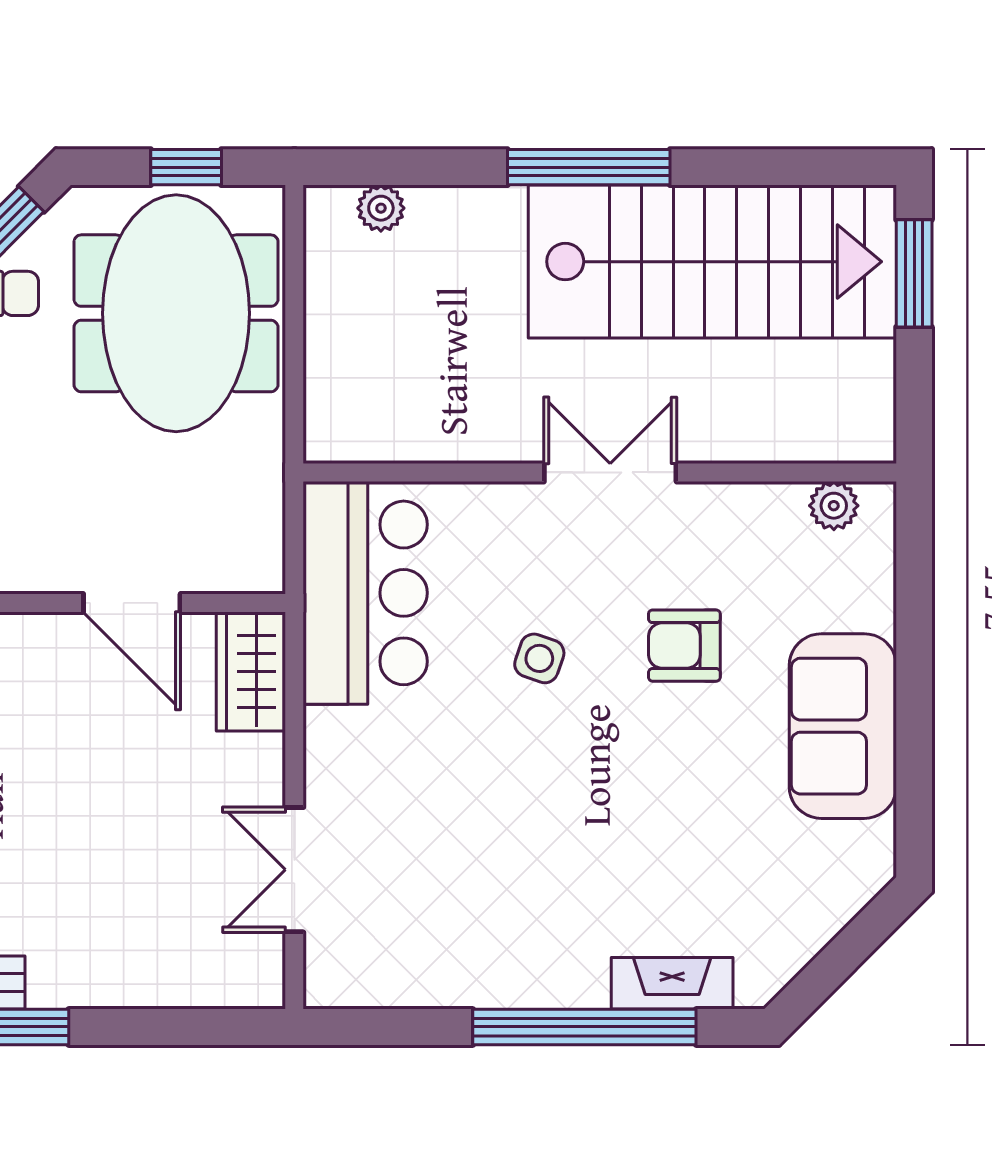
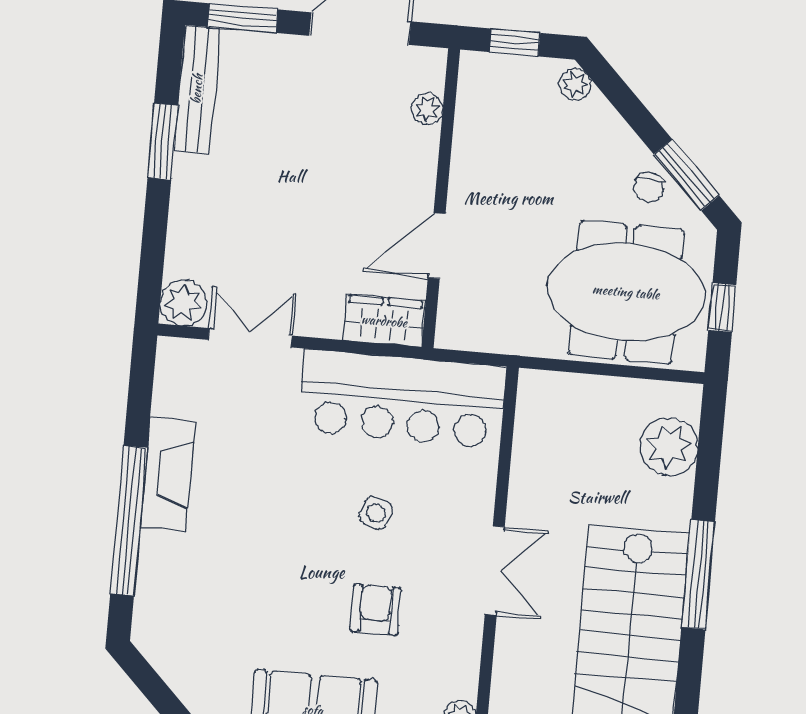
plant: (381, 208) -> (669, 447), width x1.88, depth x1.88
bar counter: (365, 593) -> (403, 399), width x1.36
plant: (251, 975) -> (183, 303), added
fireplace: (672, 983) -> (168, 474), moved, width x1.37, depth x1.32

